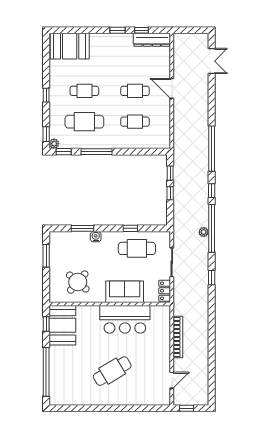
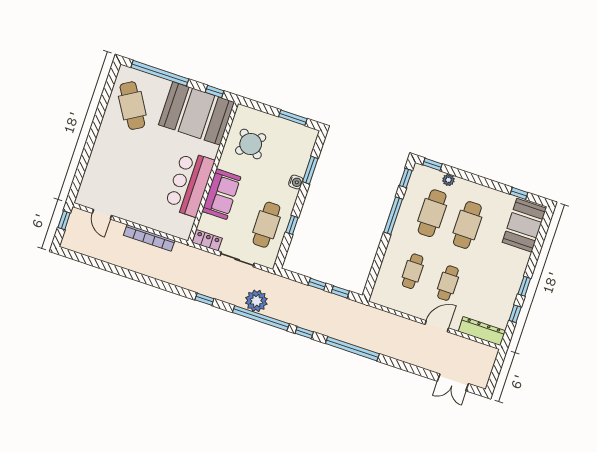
dresser: (152, 40) -> (482, 331), moved, turned 90
cafe table: (84, 91) -> (467, 225), width x1.37, depth x1.35
window: (46, 95) -> (519, 193), moved
plant: (54, 144) -> (448, 180), moved
plant: (204, 232) -> (256, 301), width x1.88, depth x1.88
booth: (62, 325) -> (197, 113), width x1.36, depth x1.42
cafe table: (112, 371) -> (132, 106), moved

